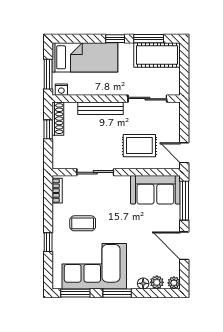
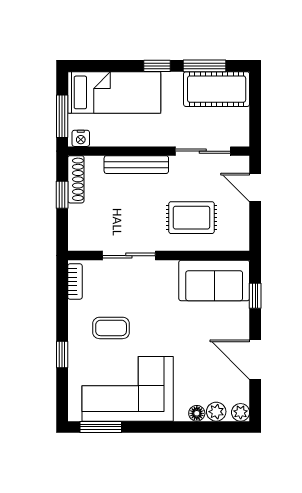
door: (184, 153) -> (255, 187), moved
window: (184, 201) -> (255, 296), width x0.46
window: (117, 293) -> (160, 427), removed

